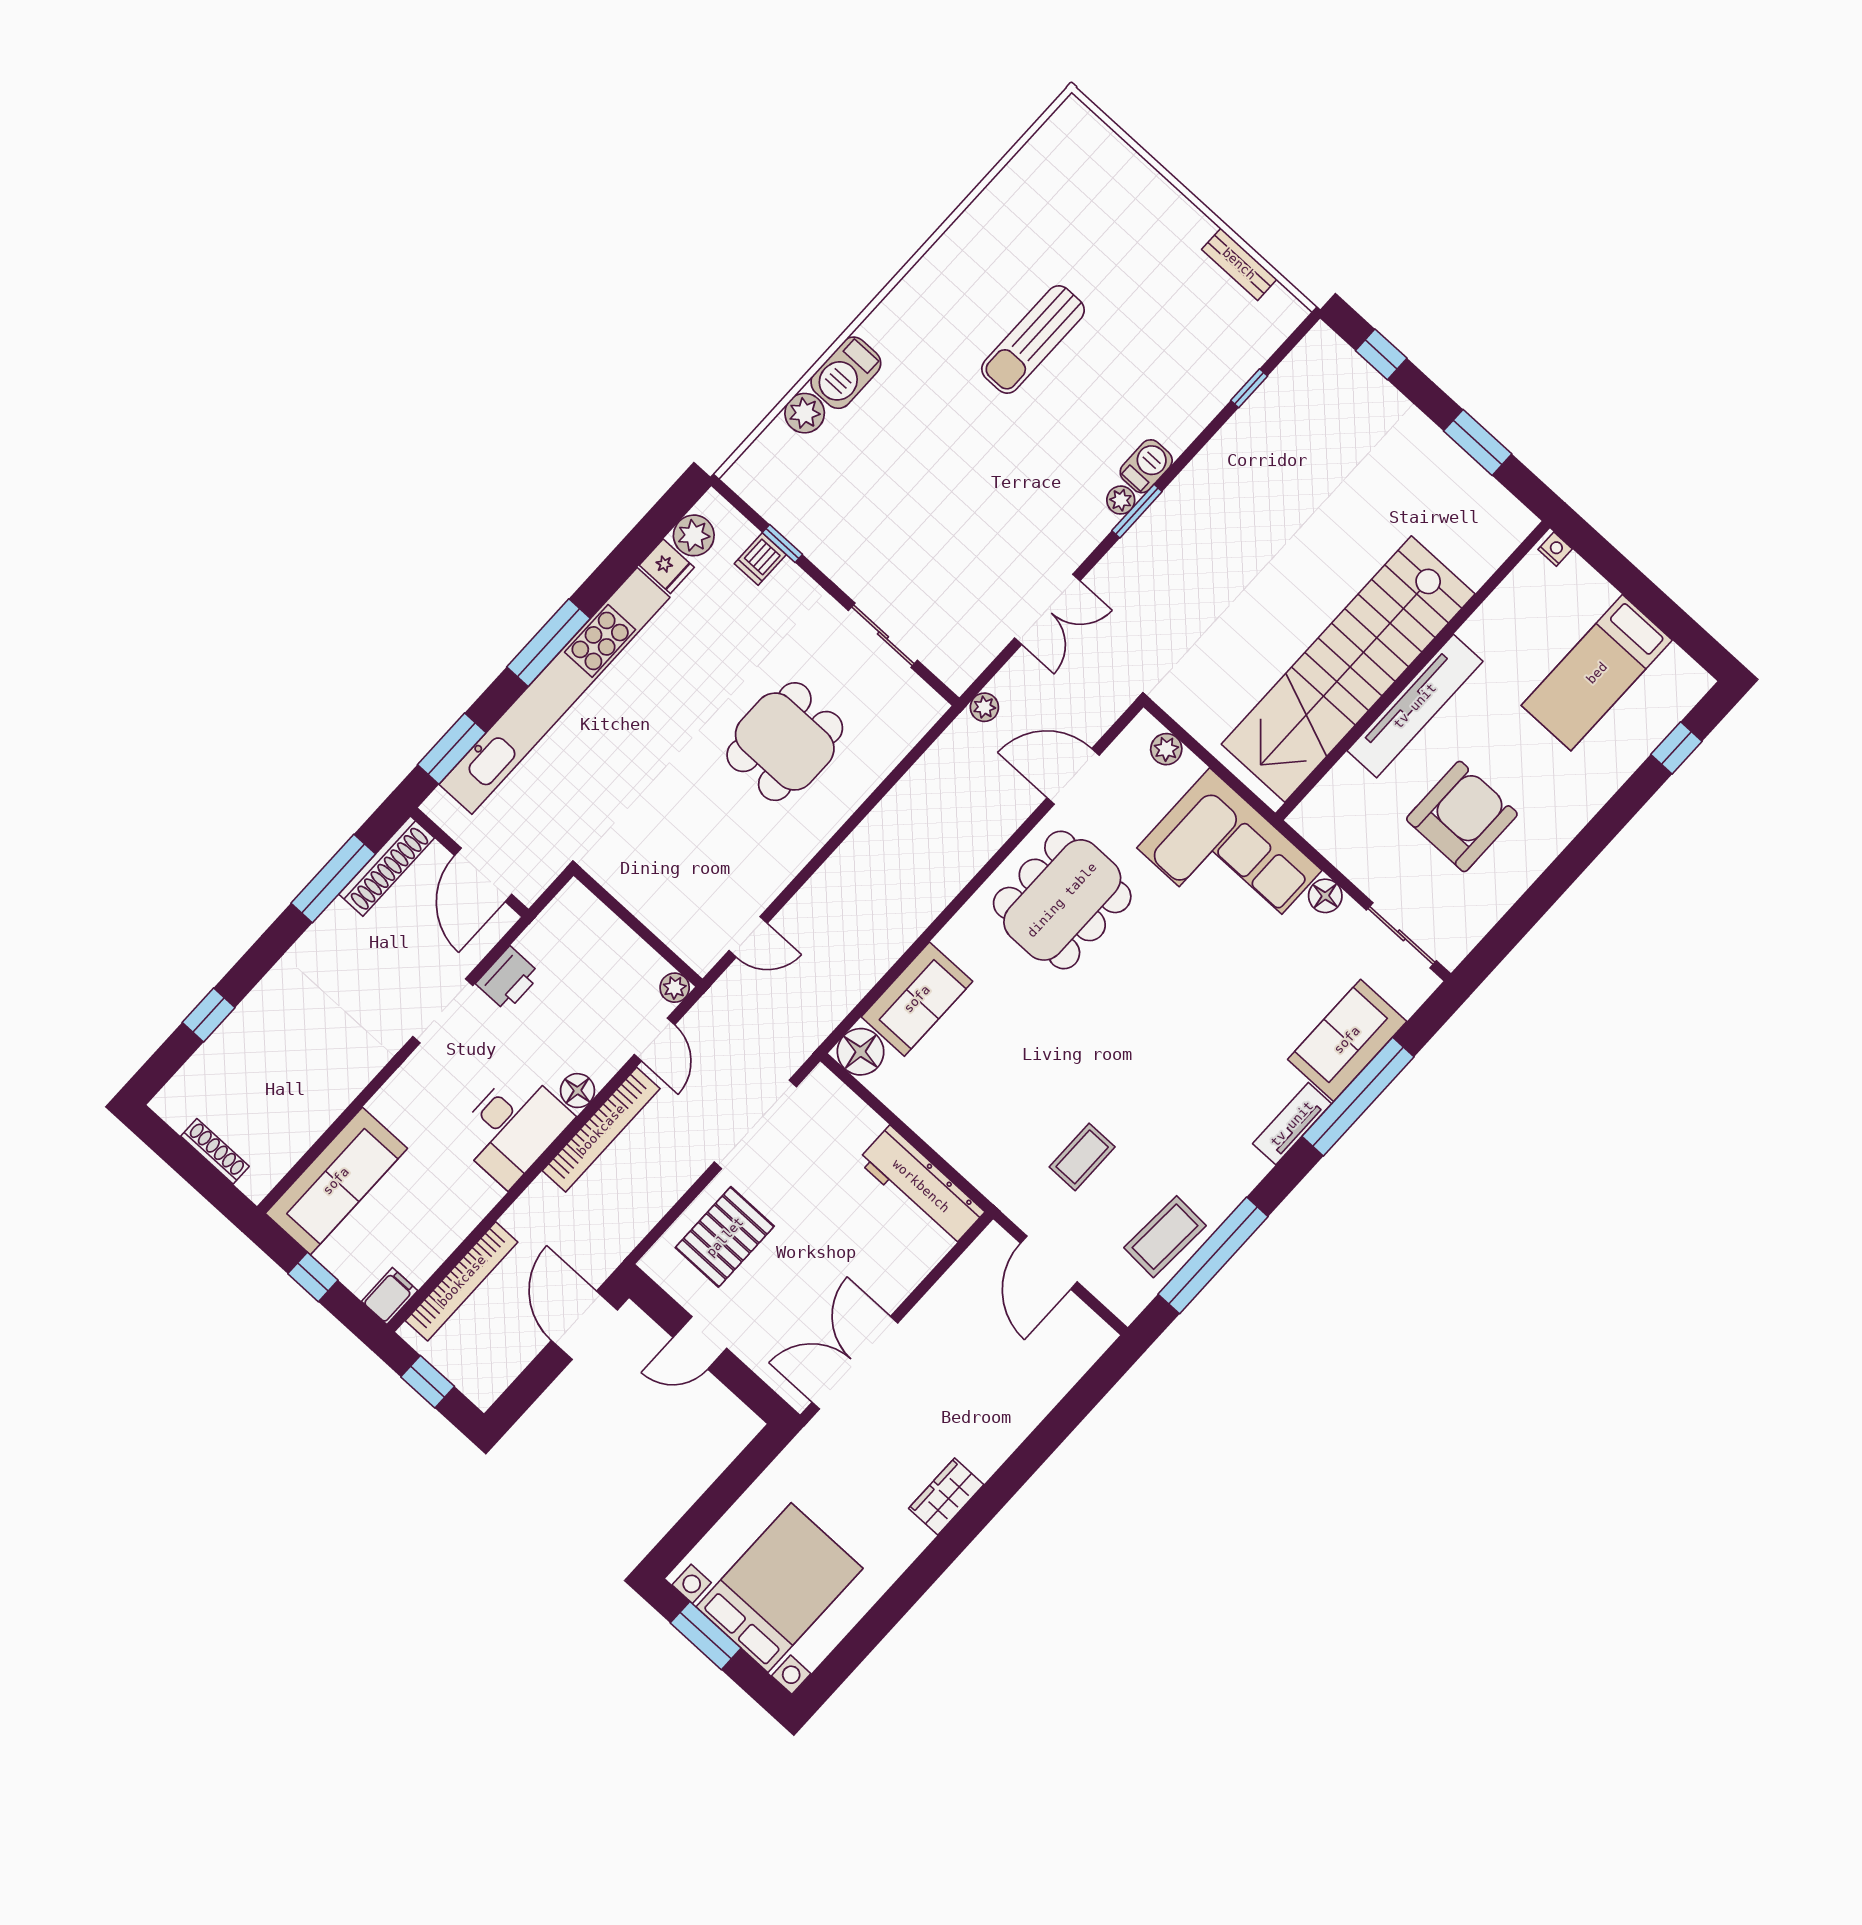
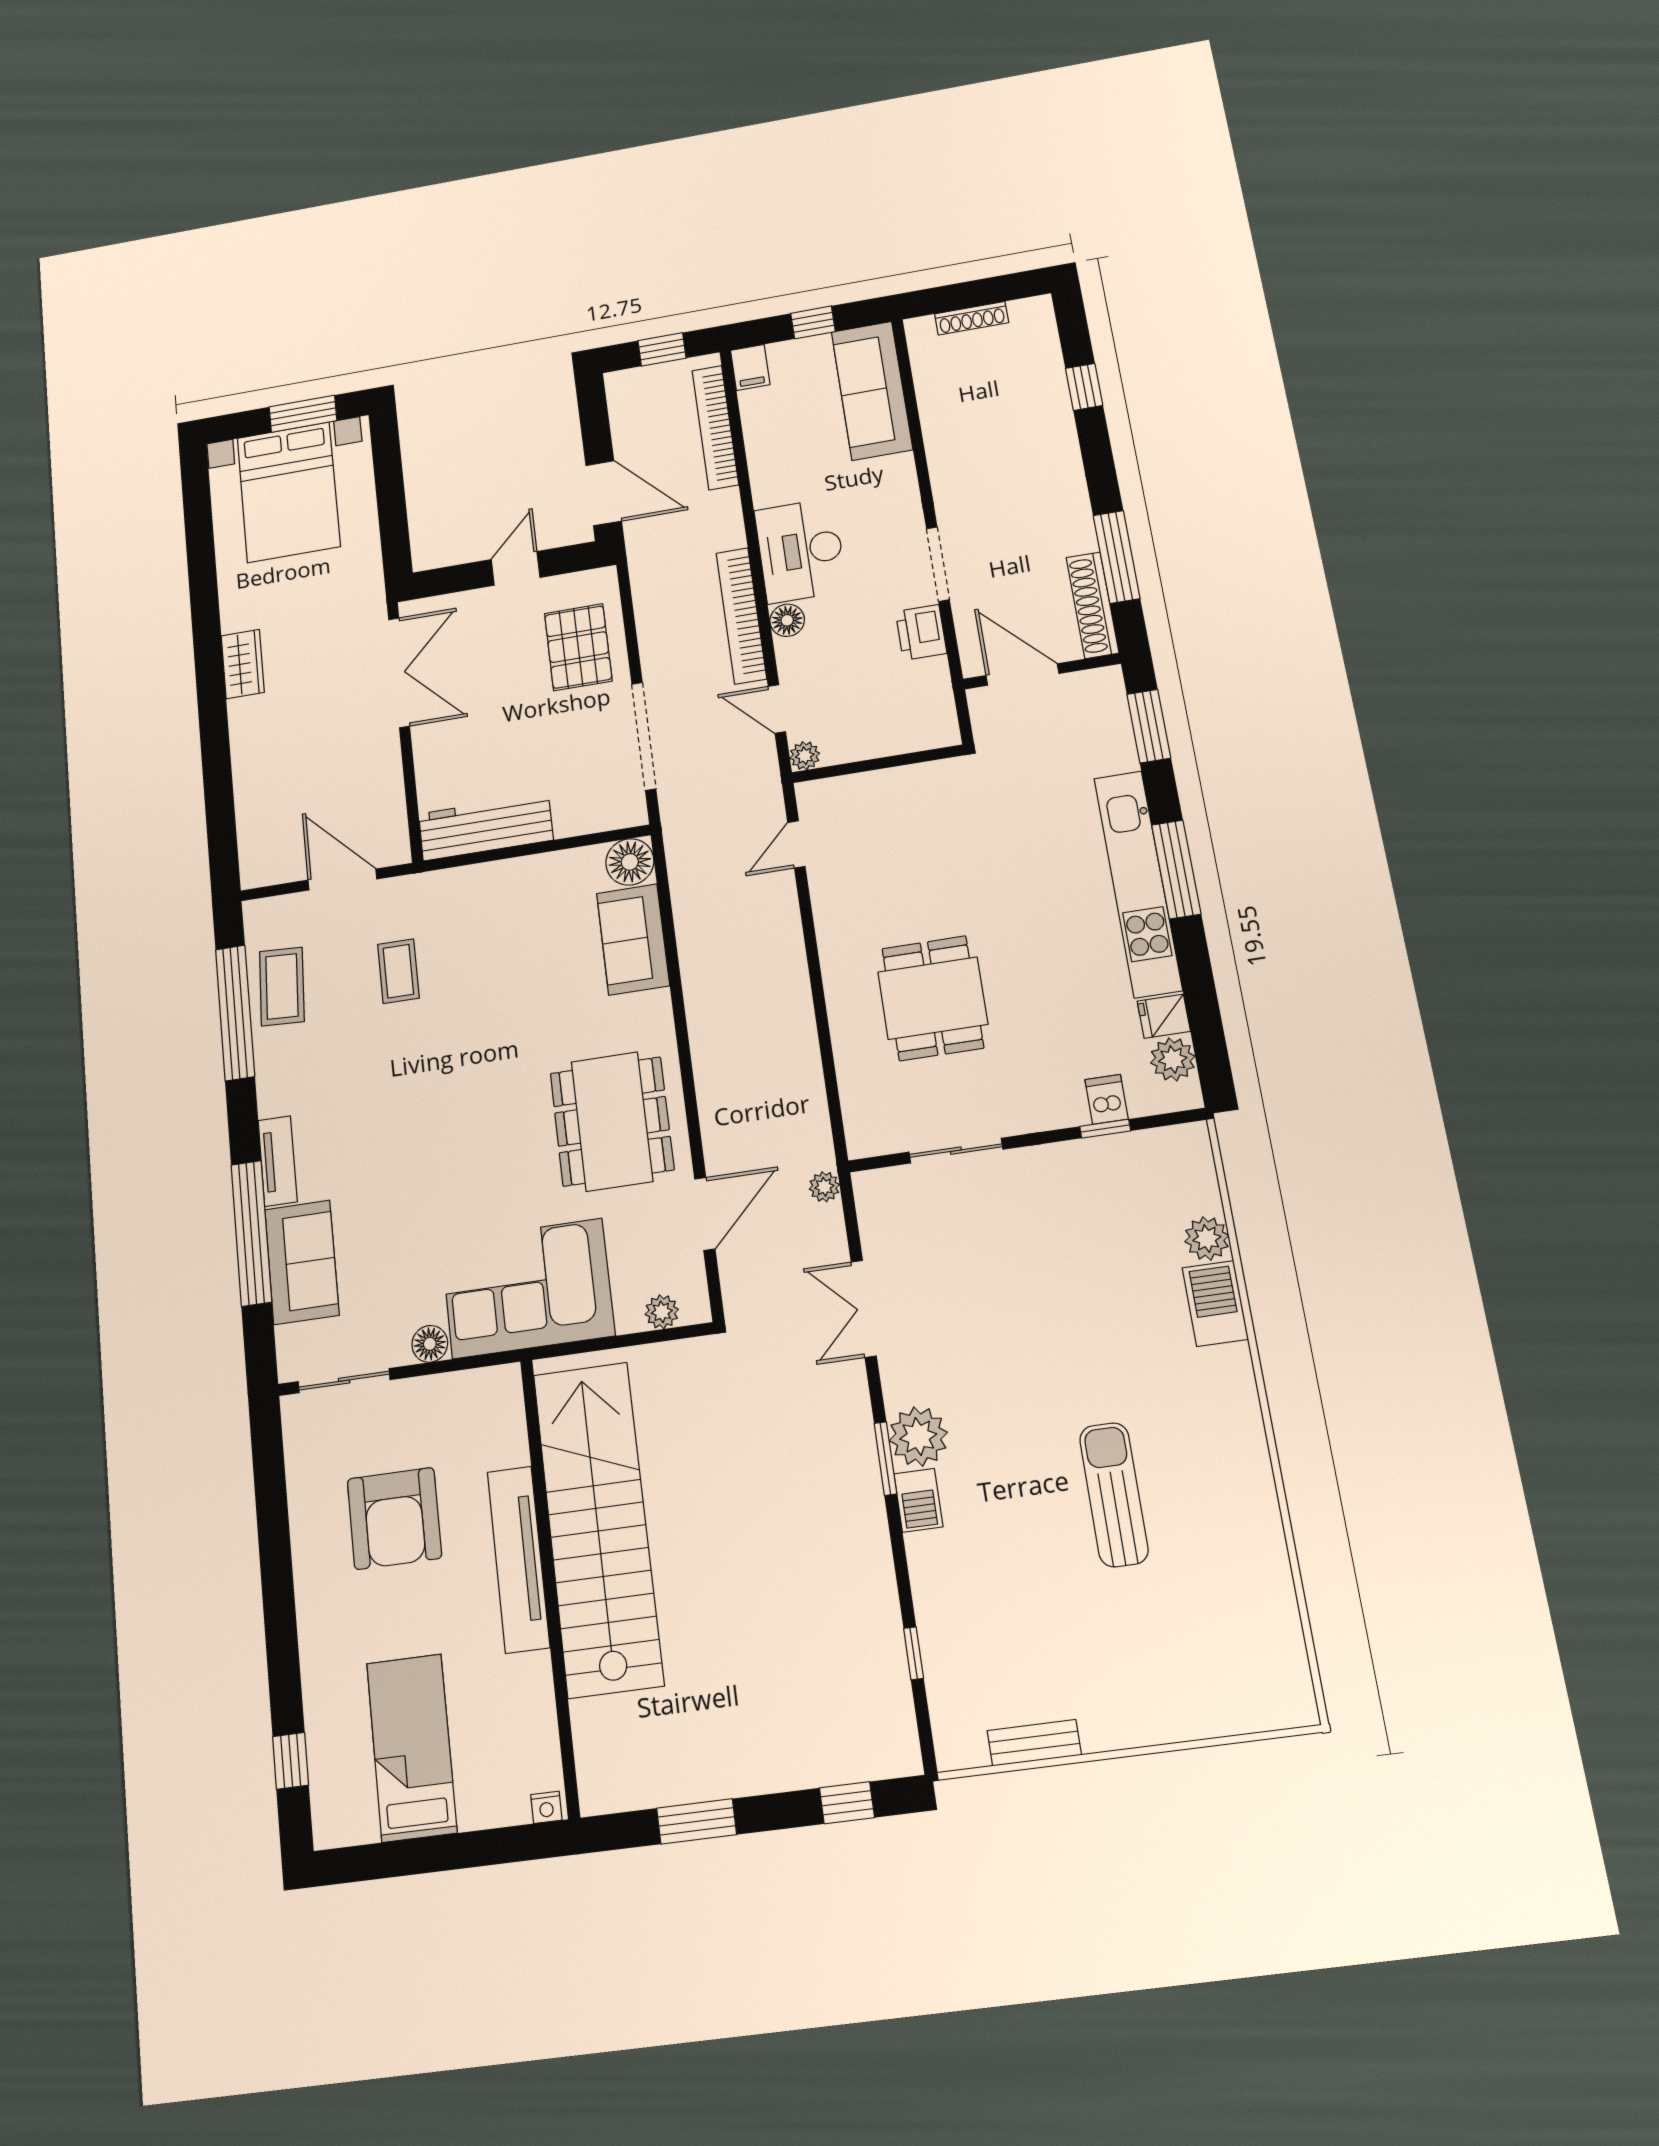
plant: (1121, 500) -> (918, 1437), width x1.87, depth x1.87
kitchen unit: (554, 691) -> (1138, 883), width x0.73

